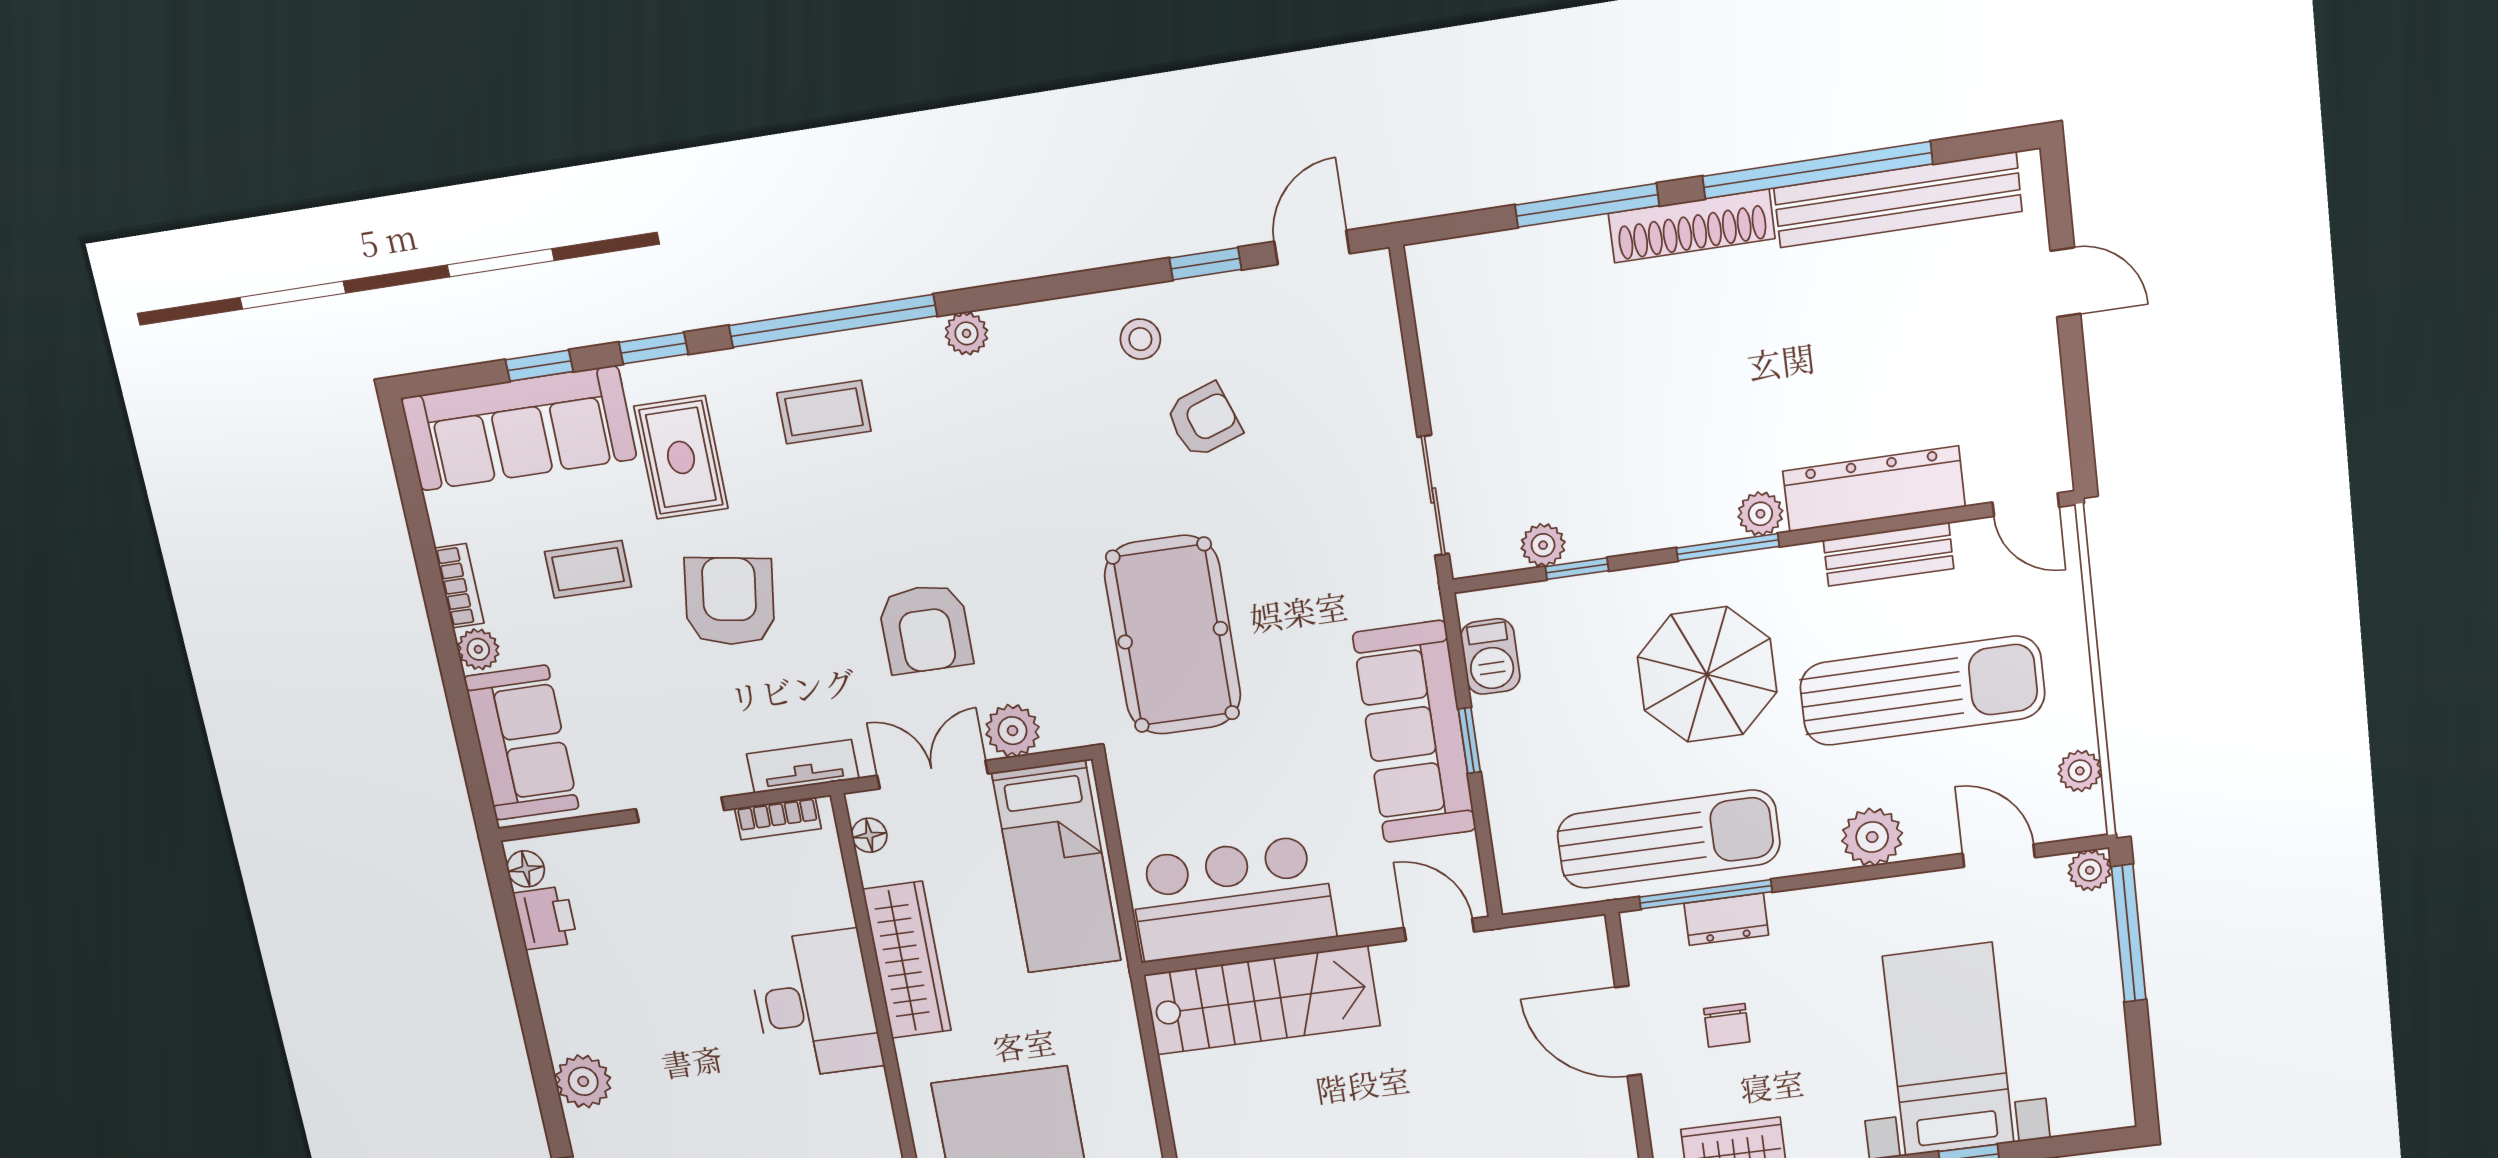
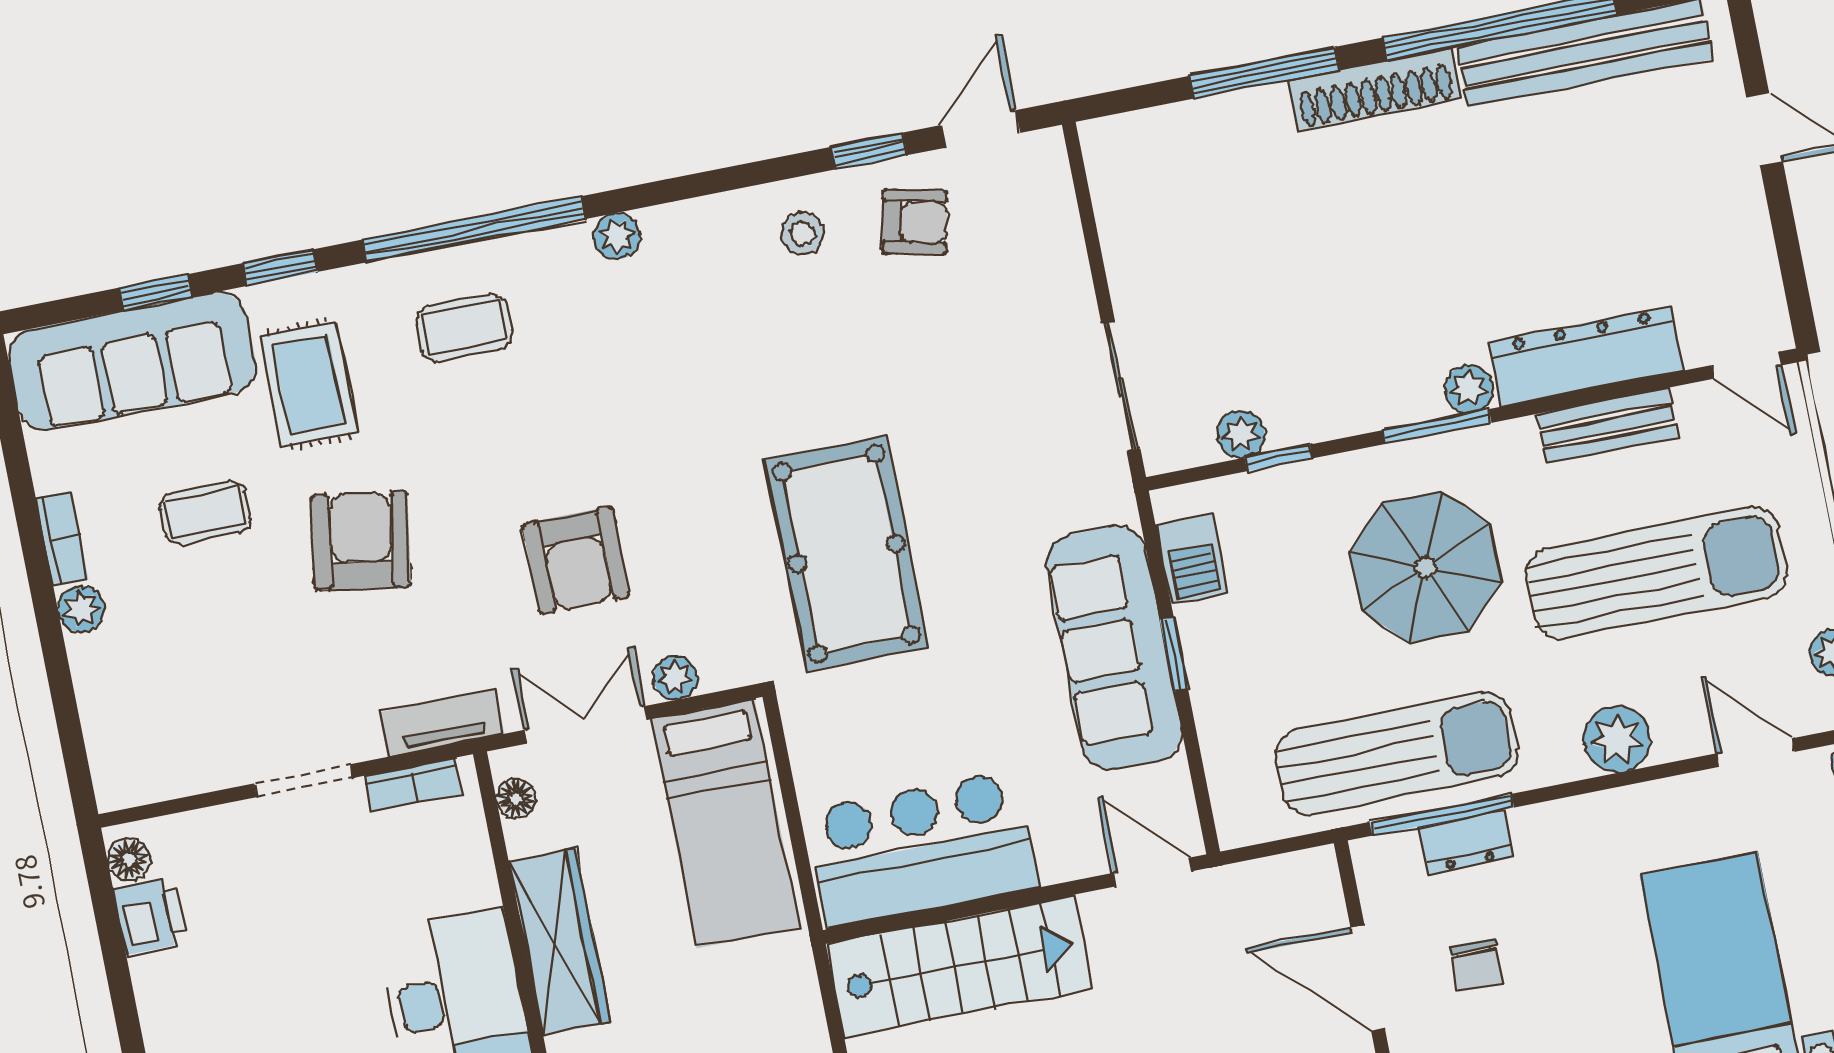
armchair: (1204, 420) -> (915, 222), moved, turned 31
plant: (1013, 731) -> (675, 678), width x0.73, depth x0.73
sofa: (522, 743) -> (127, 713), removed

